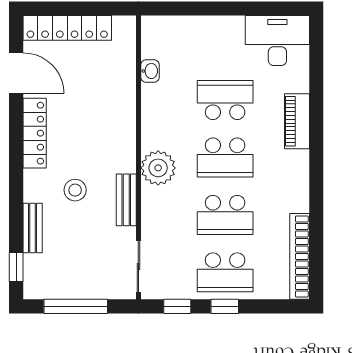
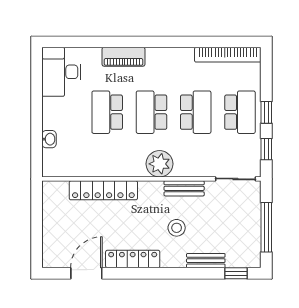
locker: (67, 28) -> (103, 190), moved, turned 90
washbasin: (150, 71) -> (49, 139), moved, turned 90
school desk: (225, 157) -> (151, 112), turned 180

